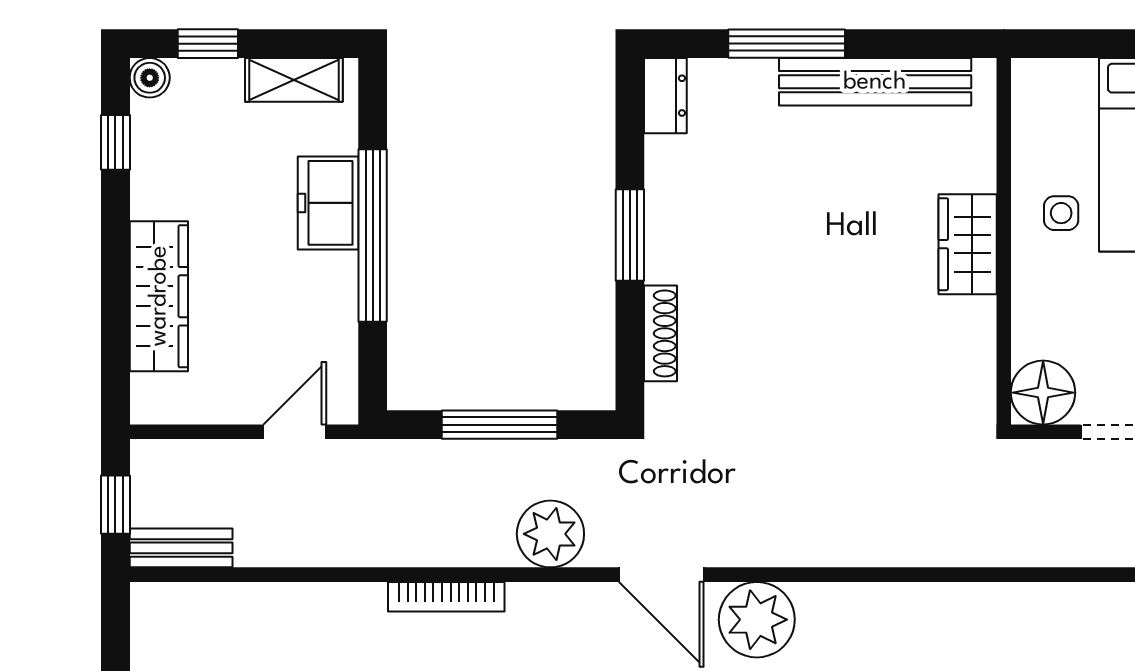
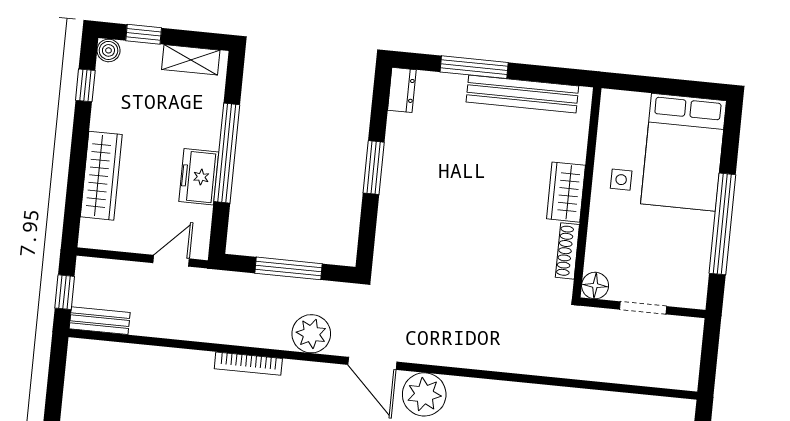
freezer: (328, 203) -> (199, 177), moved
shoe rack: (660, 333) -> (567, 251), moved, turned 180
floor lamp: (1043, 393) -> (595, 286), width x0.73, depth x0.73

